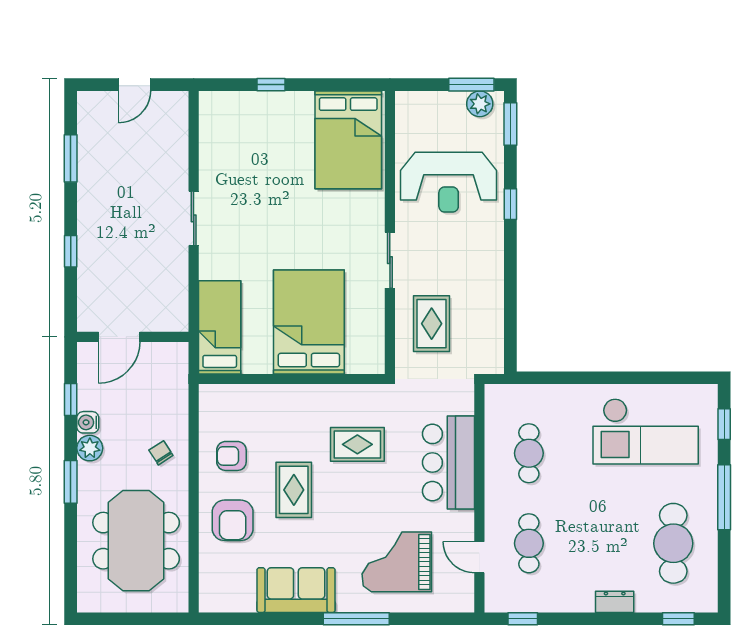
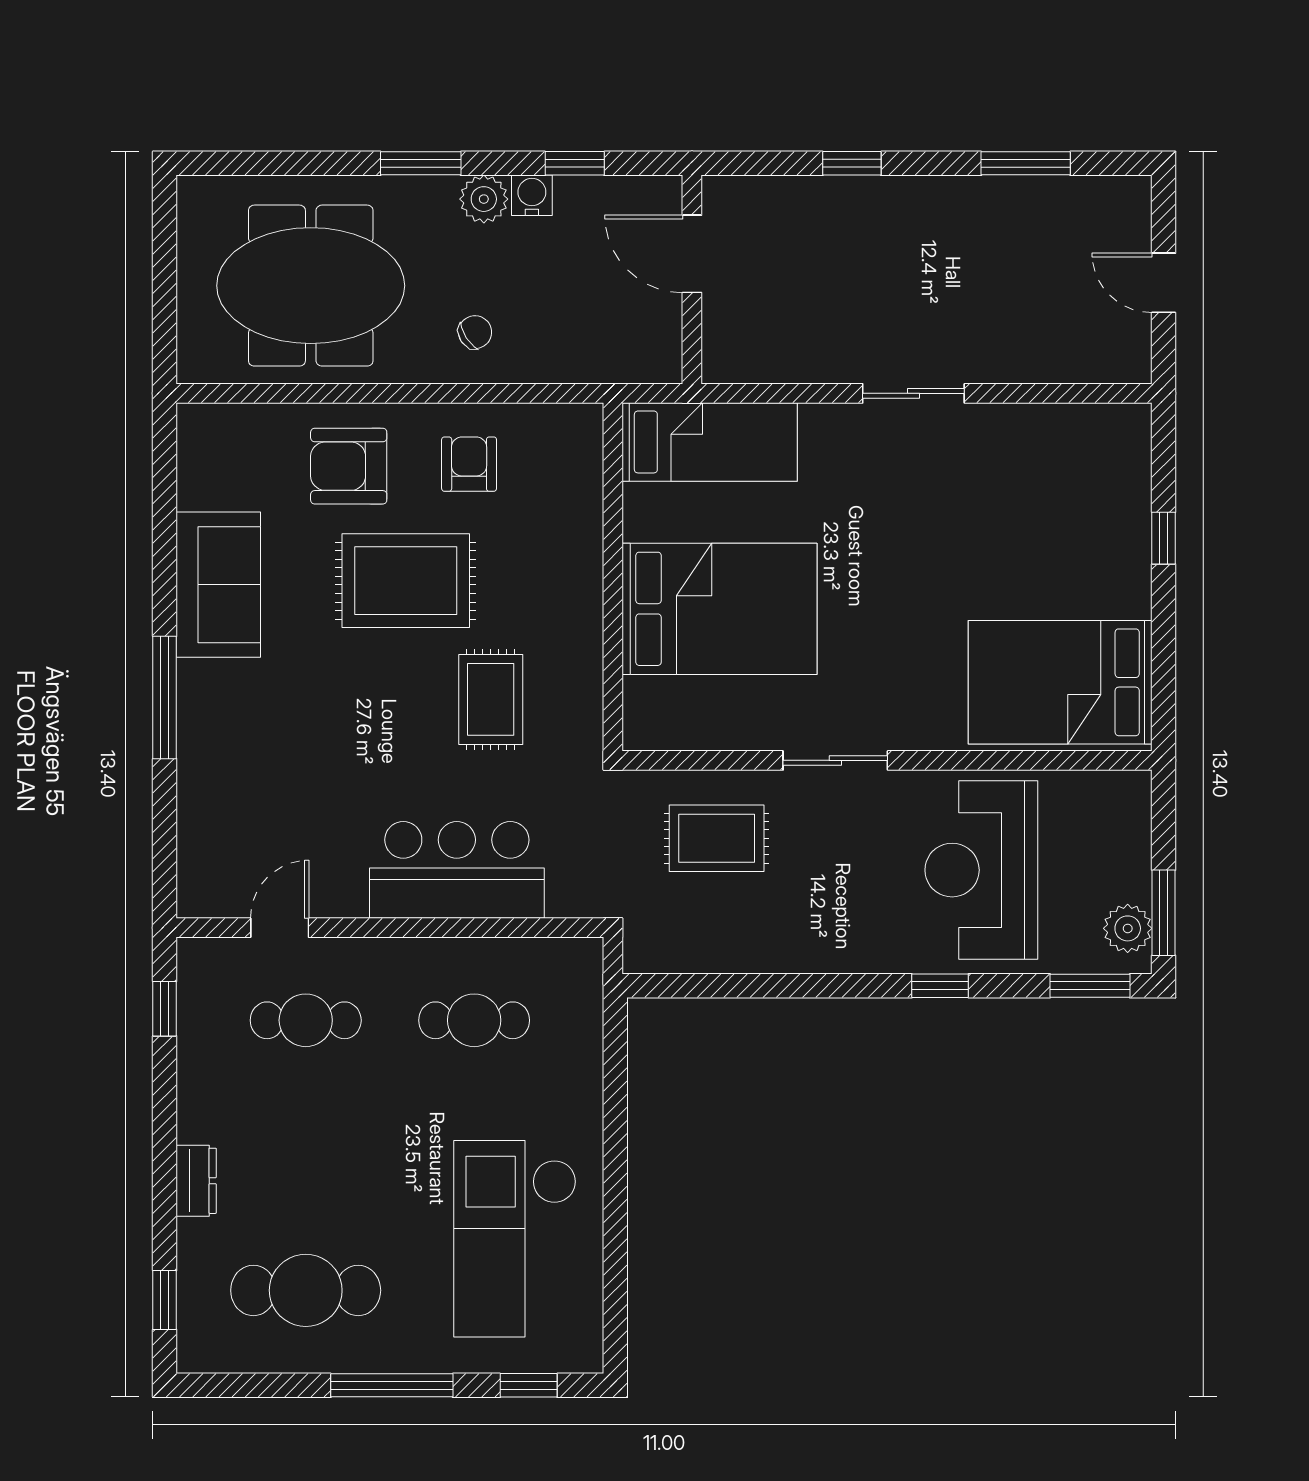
rug: (294, 490) -> (406, 581), width x1.36, depth x1.43
grand piano: (397, 562) -> (271, 773), removed

